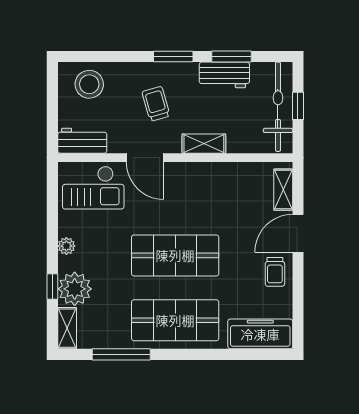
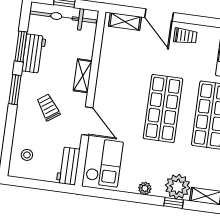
stool: (89, 84) -> (27, 155), width x0.53, depth x0.53
trolley: (156, 104) -> (48, 107), turned 71
door: (145, 158) -> (87, 121), hinge flipped

